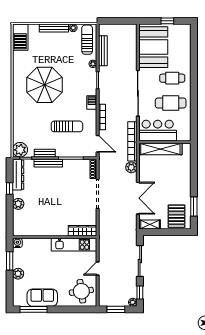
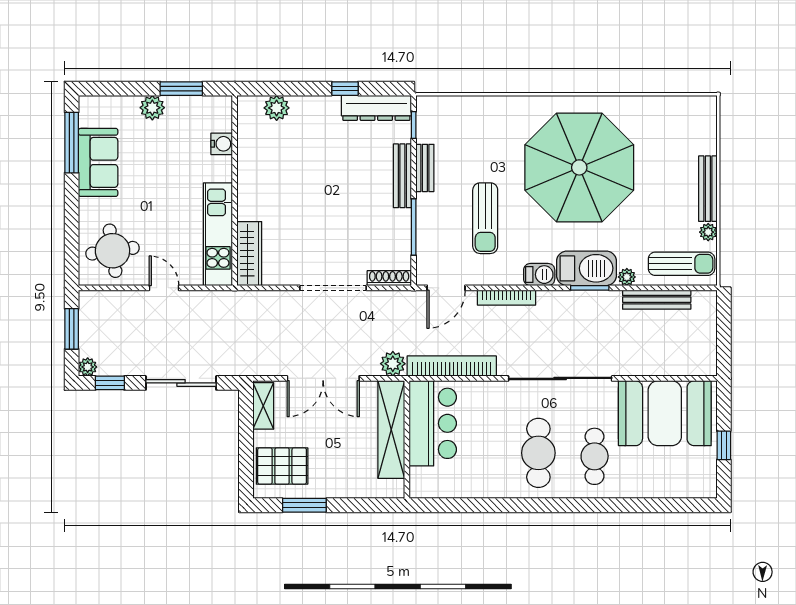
barbecue: (20, 37) -> (587, 268), moved, turned 180
parasol: (45, 85) -> (579, 167), width x1.36, depth x1.36
bar counter: (158, 131) -> (433, 423), moved
wall: (165, 142) -> (407, 440), moved
shelving: (160, 149) -> (391, 430), moved
plant: (20, 150) -> (433, 112), removed
plant: (18, 204) -> (277, 108), moved
water cooler: (17, 243) -> (222, 144), moved

